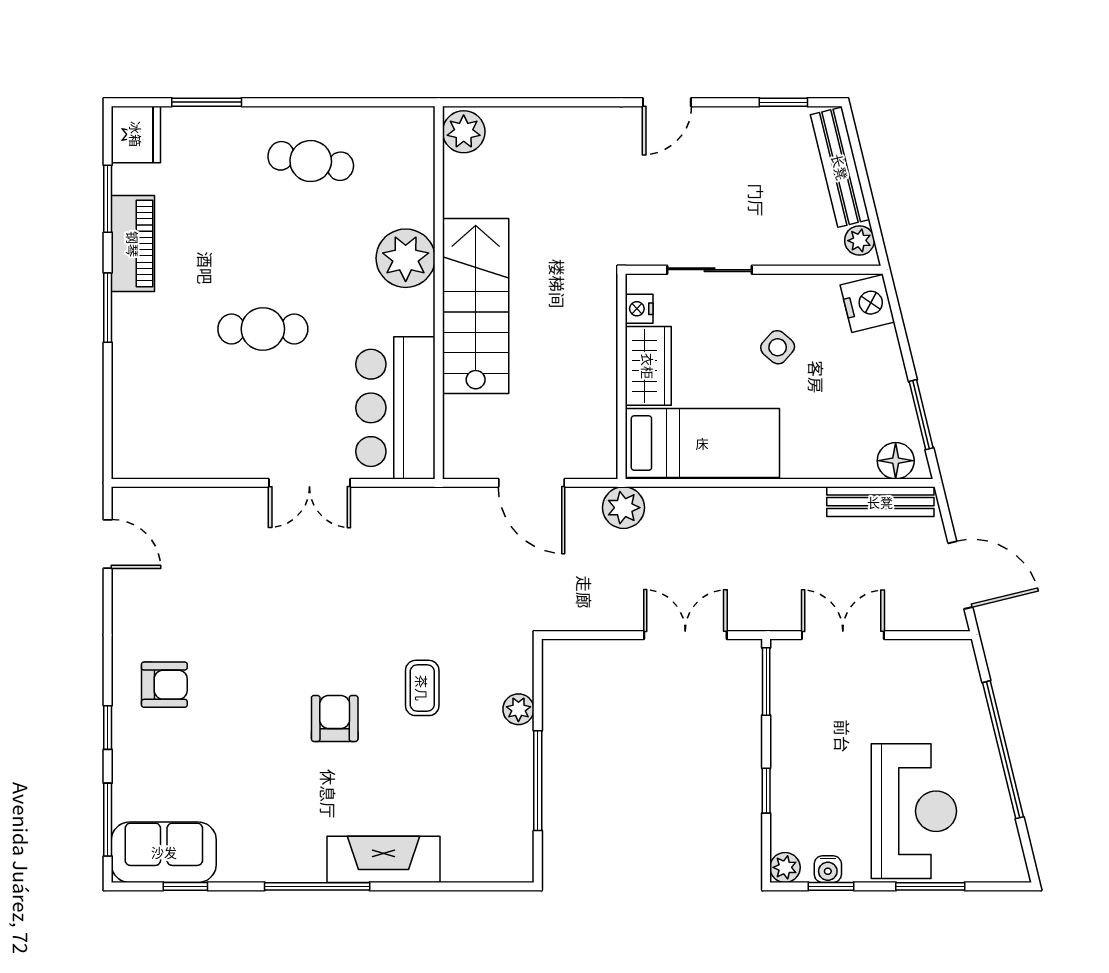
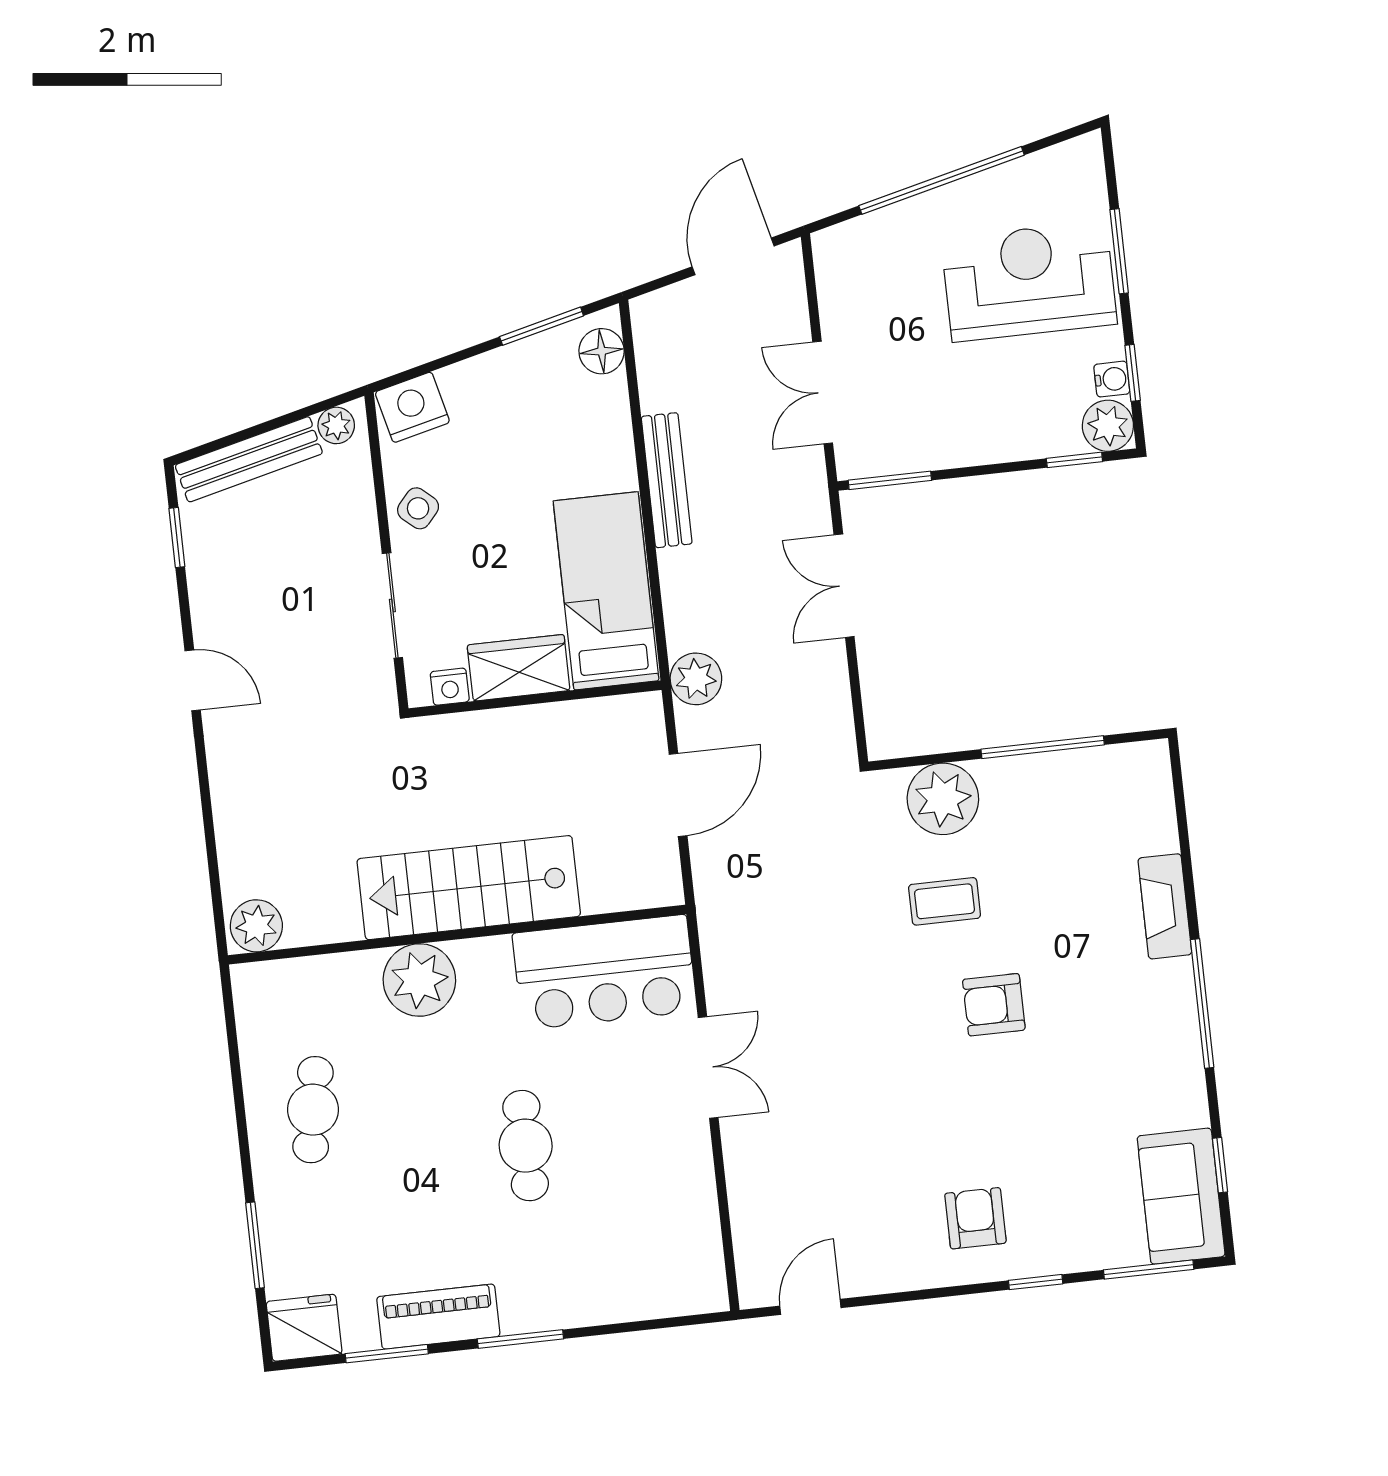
side table: (778, 347) -> (418, 508), moved
bench: (880, 502) -> (667, 480), moved
plant: (518, 709) -> (943, 799), width x1.88, depth x1.88
window: (766, 791) -> (1074, 460), moved
fireplace: (383, 859) -> (1165, 906), width x0.73, depth x0.76
plant: (785, 867) -> (1108, 426), width x1.38, depth x1.38

